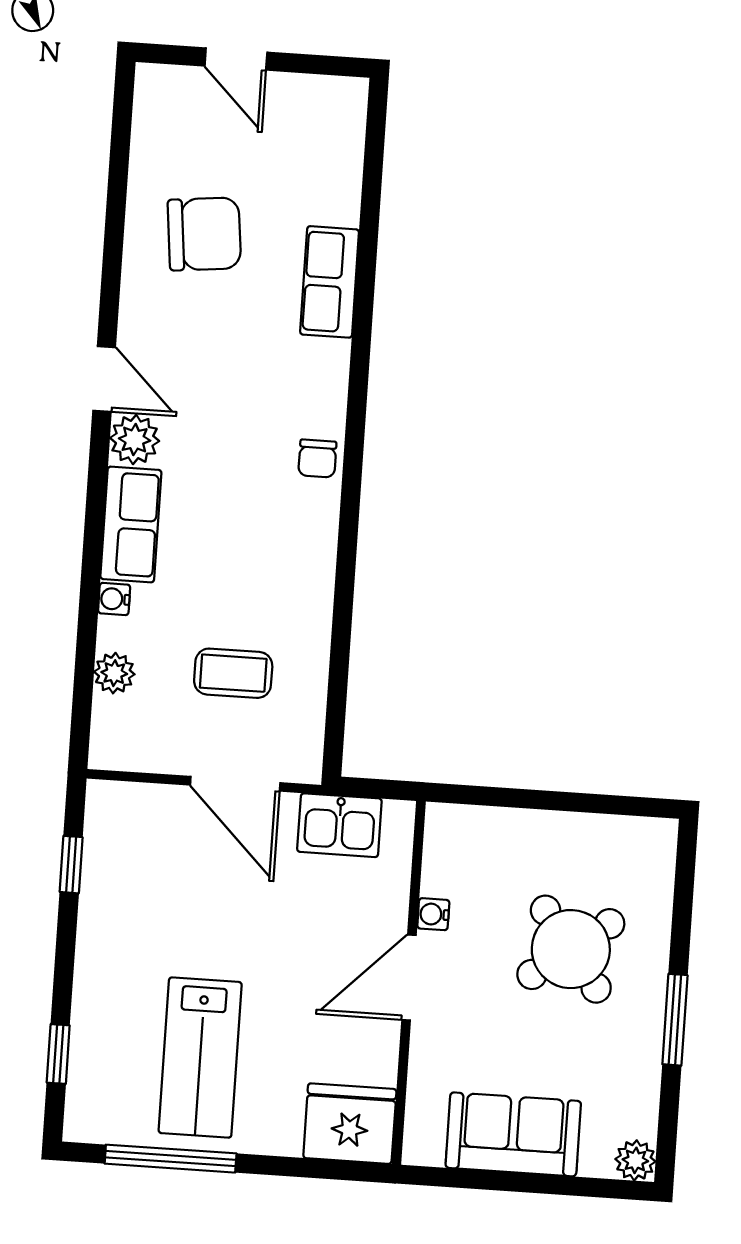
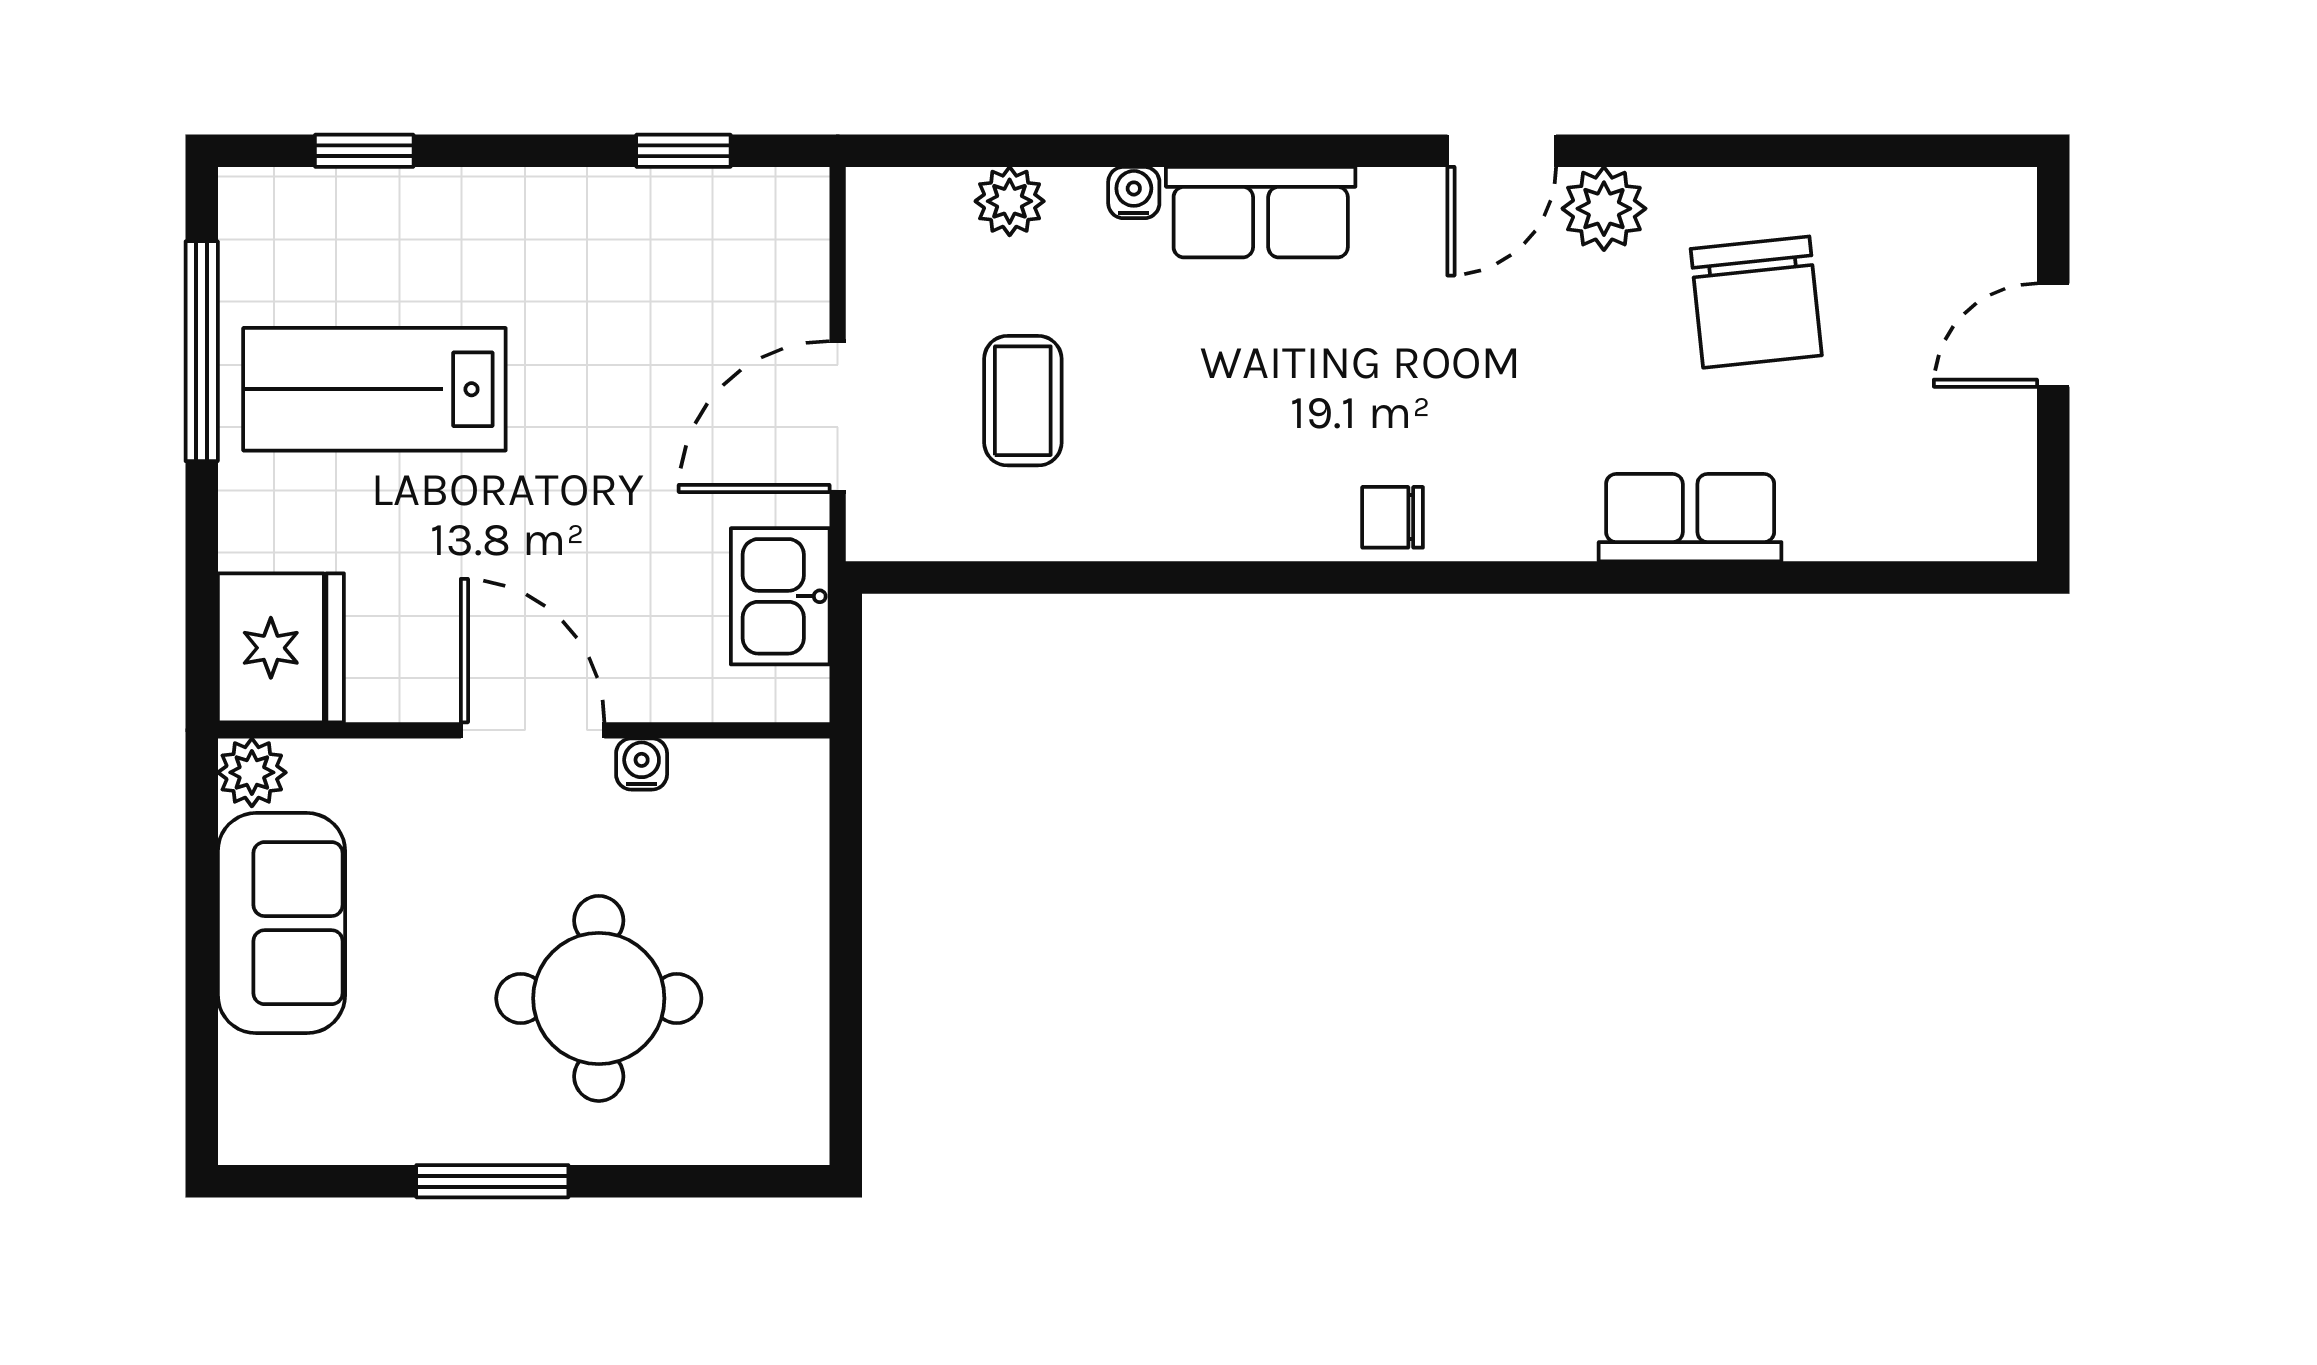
plant: (135, 440) -> (1604, 209), moved
round table: (571, 949) -> (599, 998), turned 37
plant: (635, 1160) -> (252, 772), moved

